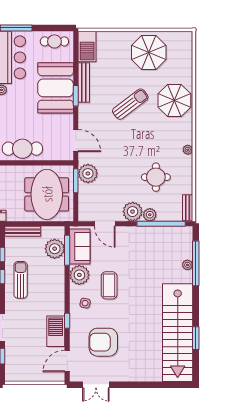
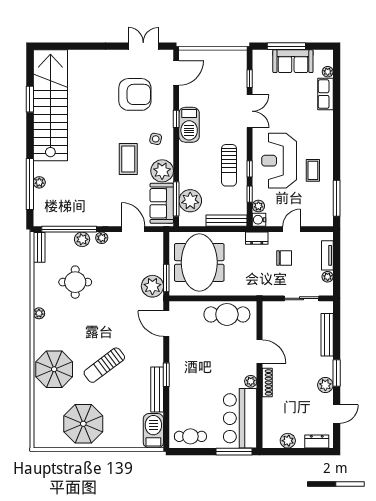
booth: (56, 88) -> (189, 384), removed
plant: (133, 212) -> (102, 238), width x0.53, depth x0.53
barbecue: (56, 331) -> (189, 125), moved

